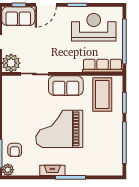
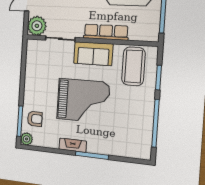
row of seats: (103, 66) -> (106, 32), moved
grand piano: (59, 129) -> (83, 101), turned 180
armchair: (15, 150) -> (35, 119), turned -90

